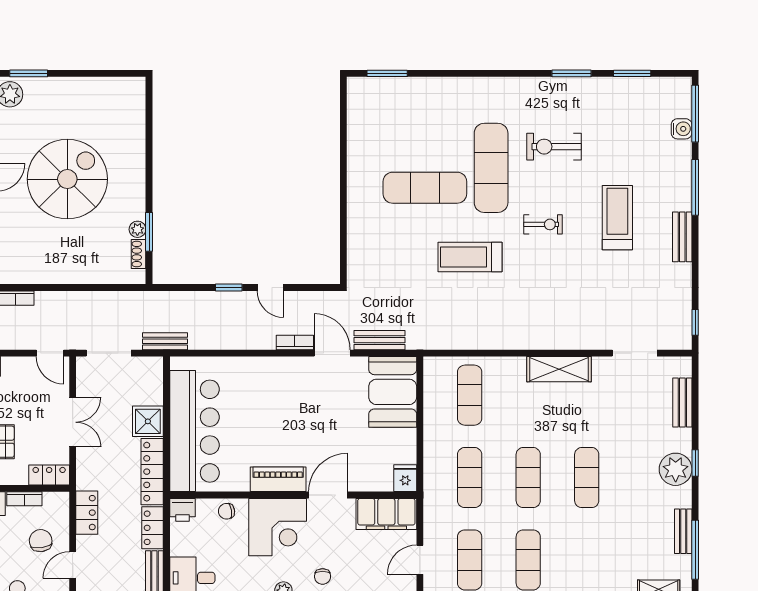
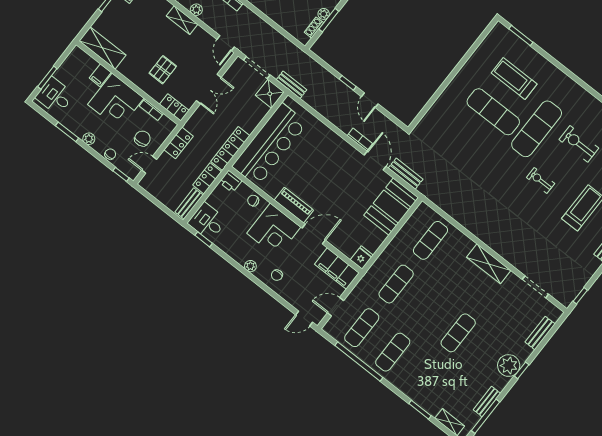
exercise bike: (543, 224) -> (541, 180), turned 180
treadmill: (470, 257) -> (514, 78), moved
shower: (148, 421) -> (270, 94), moved
exercise mat: (528, 478) -> (427, 308), removed

